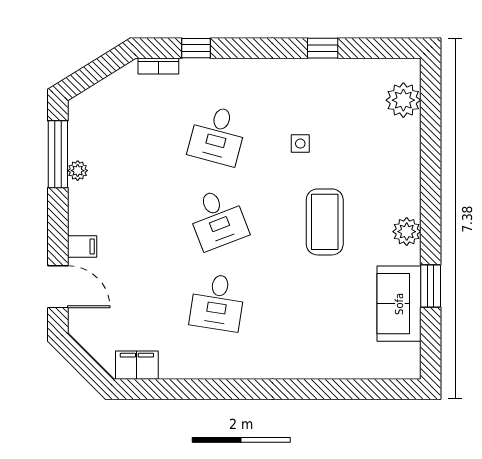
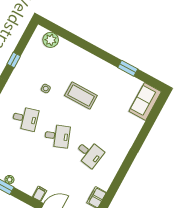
desk: (217, 135) -> (25, 119), turned -30
plant: (407, 232) -> (102, 66), removed
sofa: (399, 304) -> (145, 102), moved, turned 90

